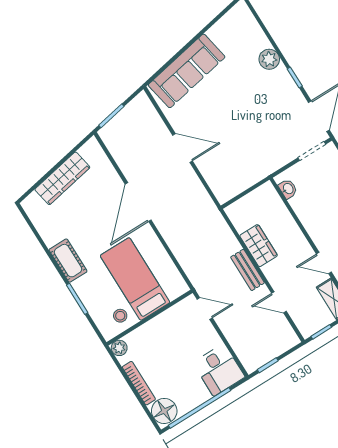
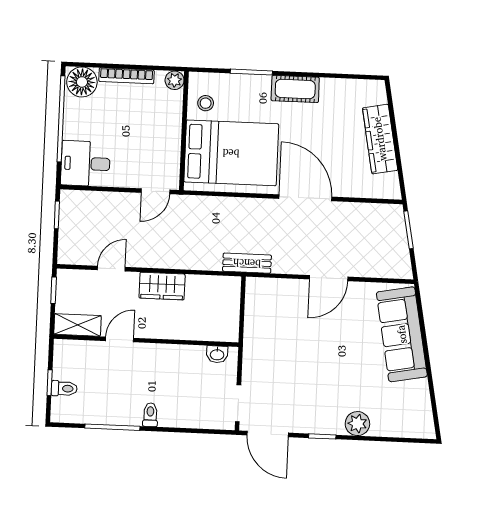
wardrobe: (259, 246) -> (162, 286), moved
bench: (248, 270) -> (247, 263), moved
bed: (135, 279) -> (231, 153), width x1.50

